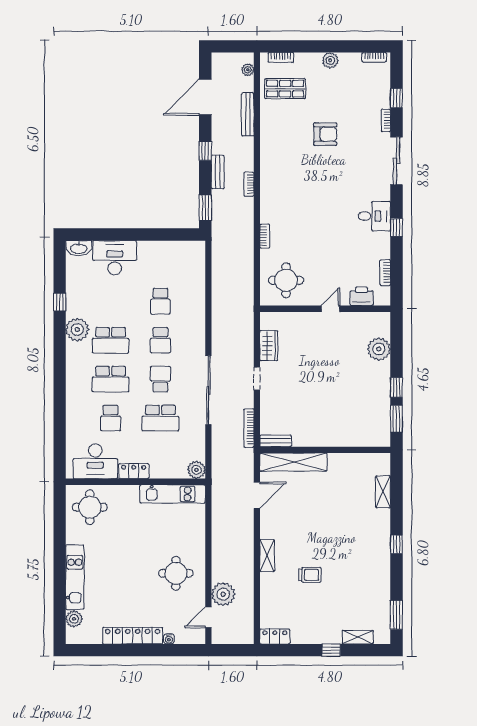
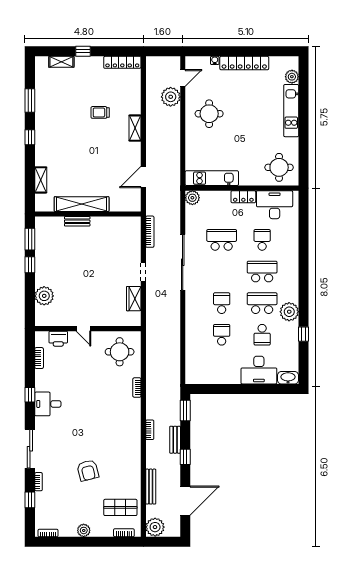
plant: (248, 70) -> (155, 527), width x1.88, depth x1.88
armchair: (325, 134) -> (88, 470), turned -104
door: (331, 309) -> (83, 329), hinge flipped
school desk: (160, 379) -> (262, 335), moved
bench: (275, 441) -> (77, 221), moved
shelving: (293, 462) -> (82, 204), moved
window: (396, 615) -> (30, 100), moved
locker: (275, 637) -> (122, 62), width x1.53

